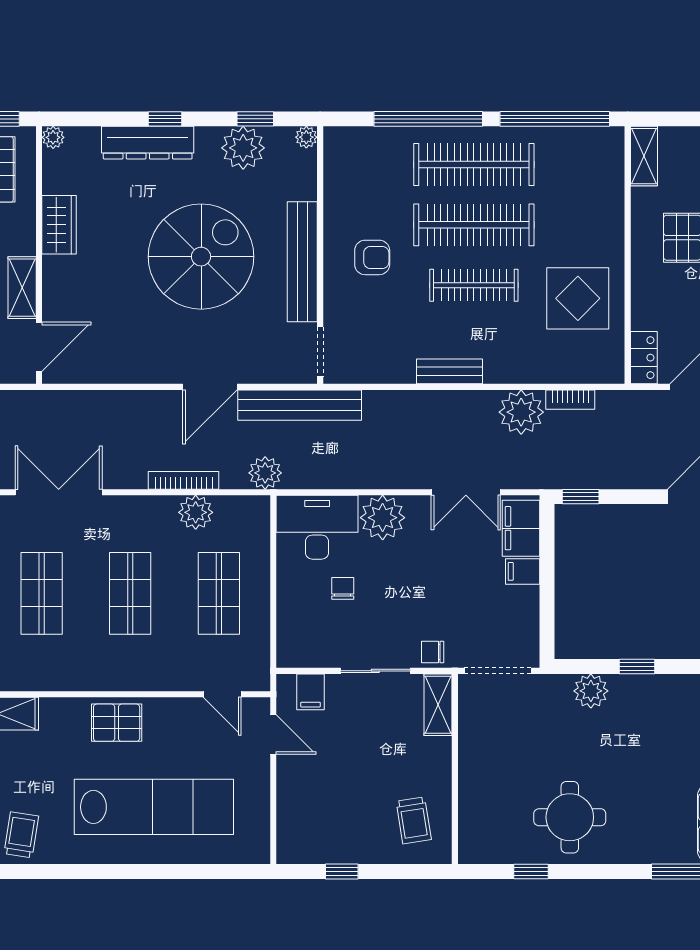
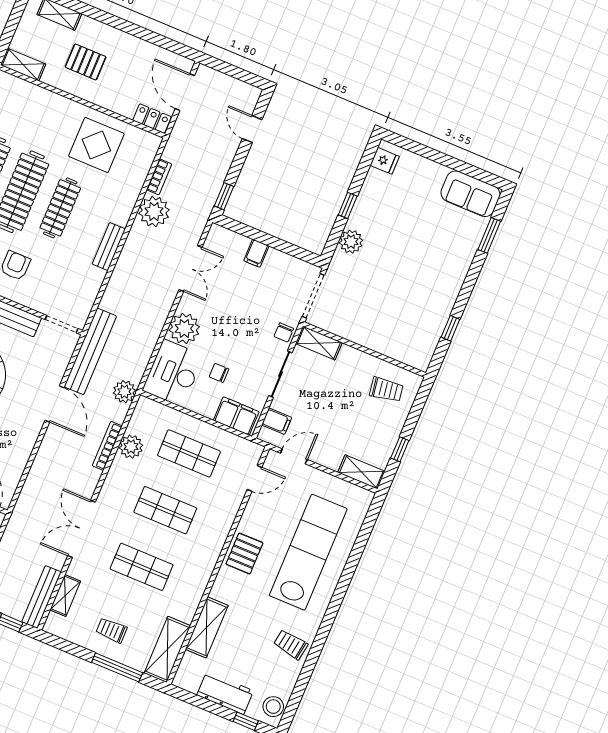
filing cabinet: (521, 528) -> (236, 416), moved, turned 180
round table: (570, 817) -> (426, 289), removed
shelving: (290, 833) -> (361, 472), added

